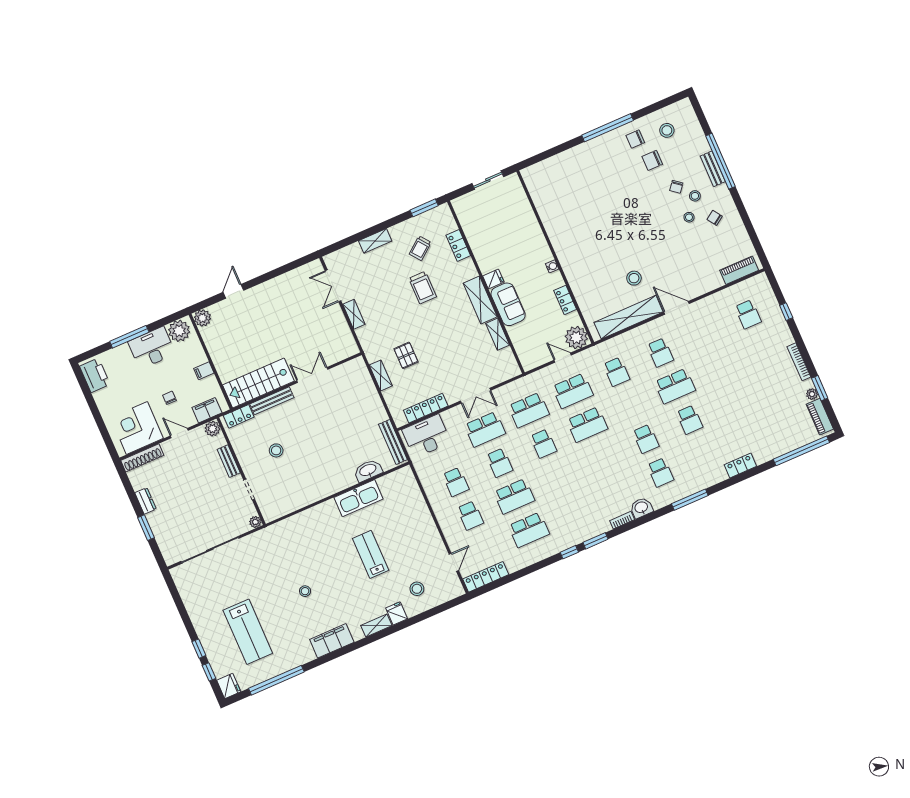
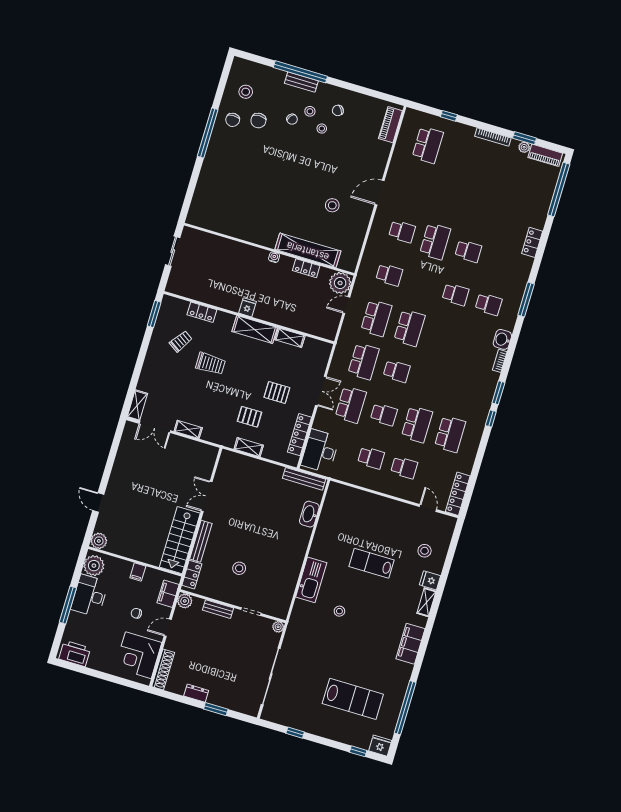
shelving: (375, 241) -> (137, 405), moved
trolley: (420, 248) -> (181, 341), turned -108
sofa: (508, 304) -> (275, 312), removed
school desk: (748, 314) -> (428, 145), width x1.85
shelving: (629, 317) -> (308, 250), moved, turned 90
pallet: (444, 361) -> (277, 392), added
kitchen sink: (358, 498) -> (311, 580), moved
stool: (305, 591) -> (339, 611), moved
window: (199, 649) -> (295, 733), moved

